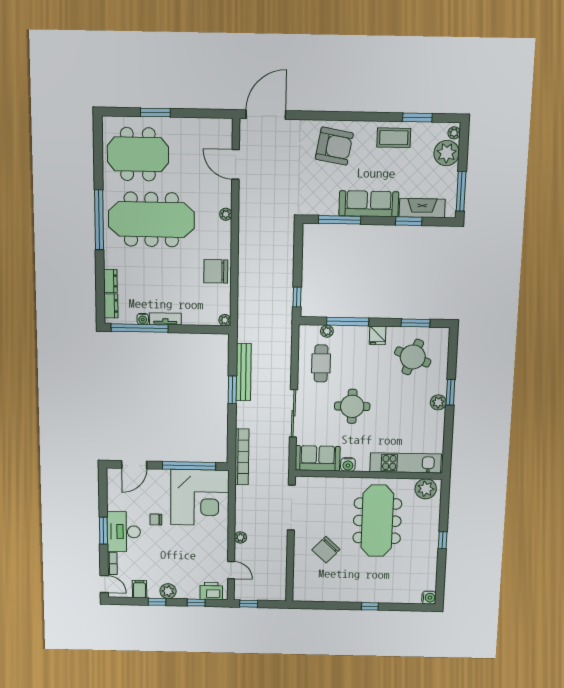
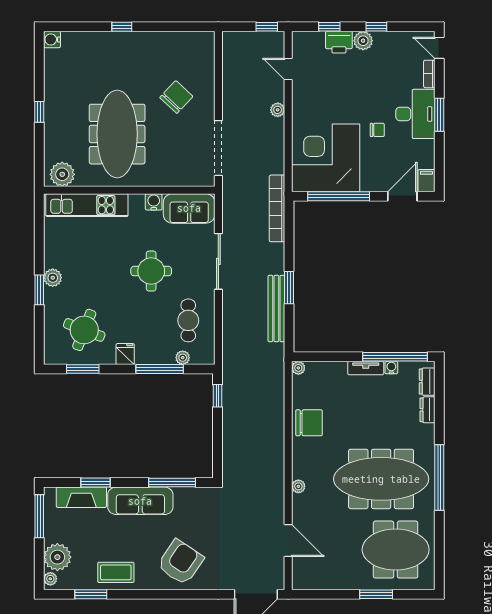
armchair: (334, 146) -> (180, 562), turned 114
filing cabinet: (139, 589) -> (426, 181), moved, turned 180
printer: (211, 591) -> (339, 42), moved

